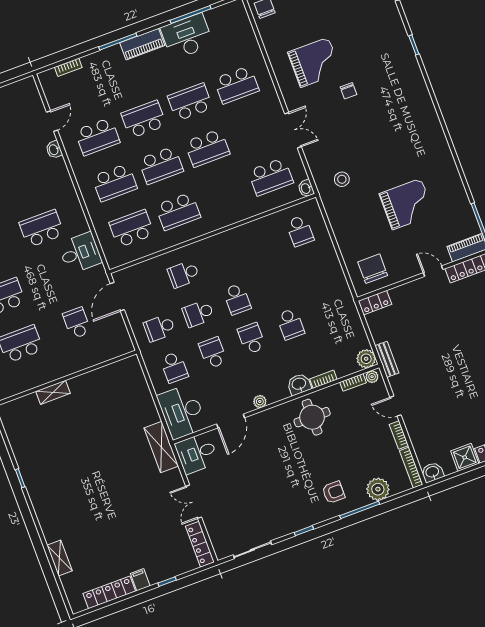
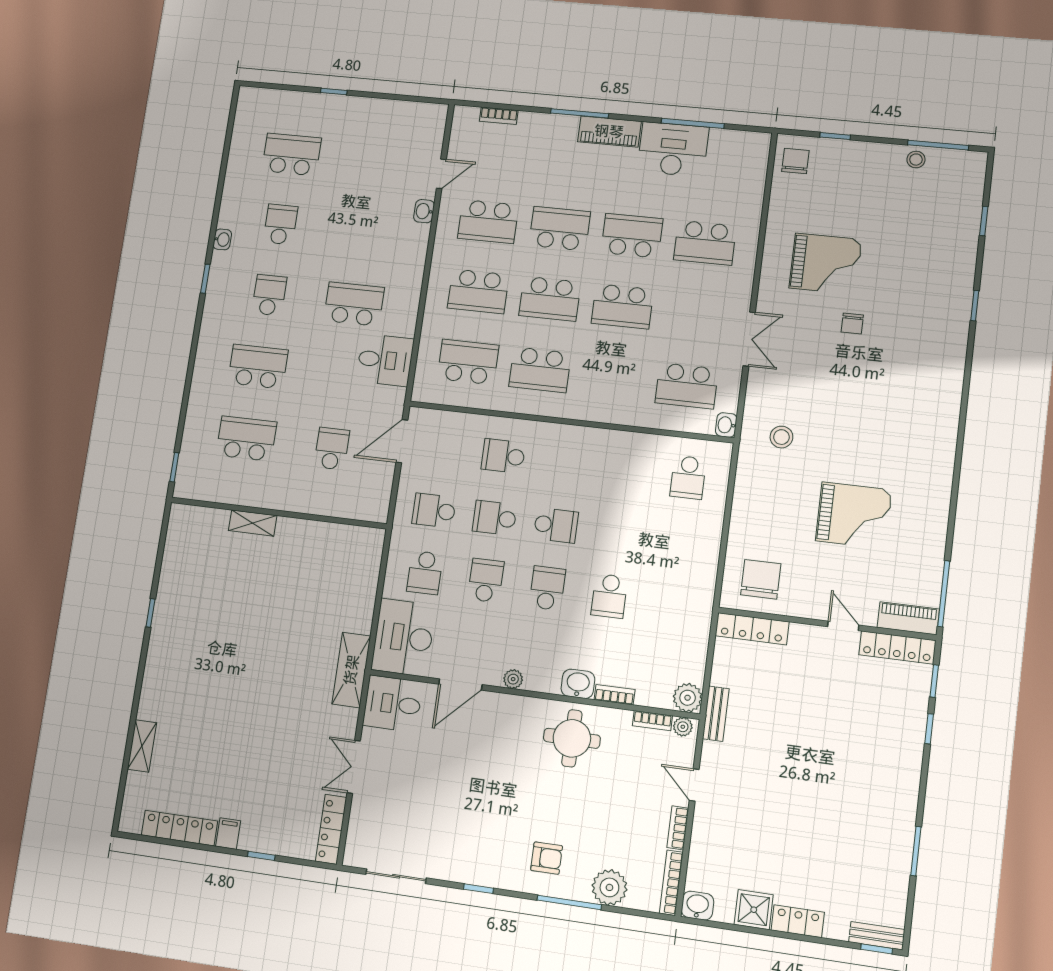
school desk: (237, 299) -> (556, 525), turned -90
locker: (375, 303) -> (752, 629), width x1.53

